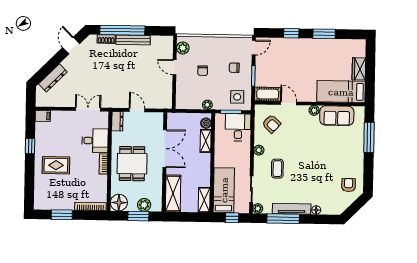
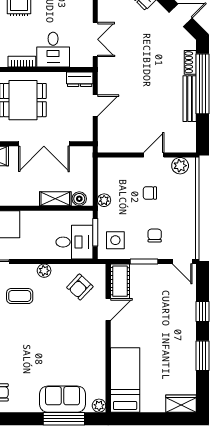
wardrobe: (359, 69) -> (181, 404), moved
plant: (314, 110) -> (99, 406), moved
sofa: (337, 116) -> (63, 399), moved, turned 90

